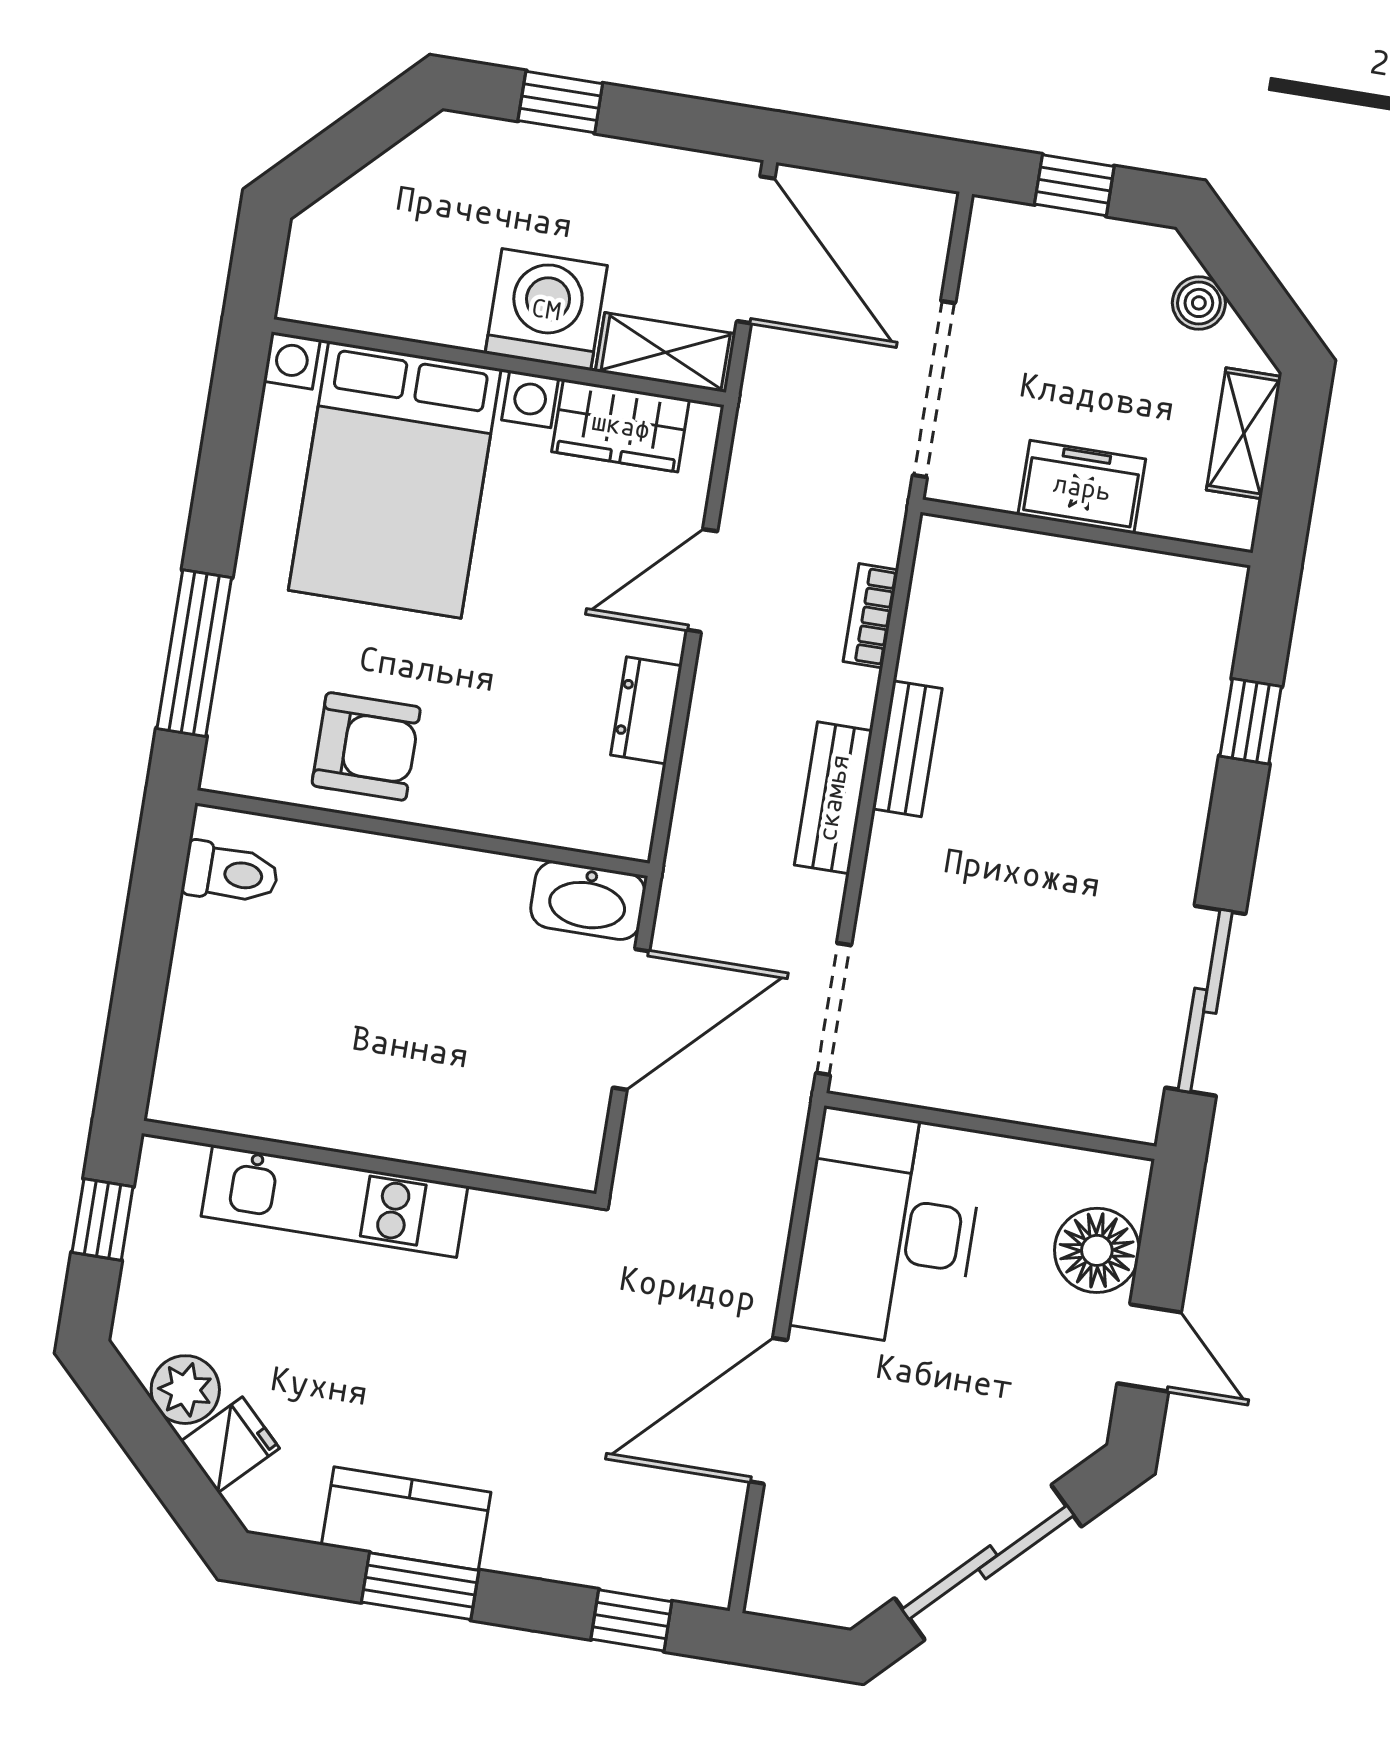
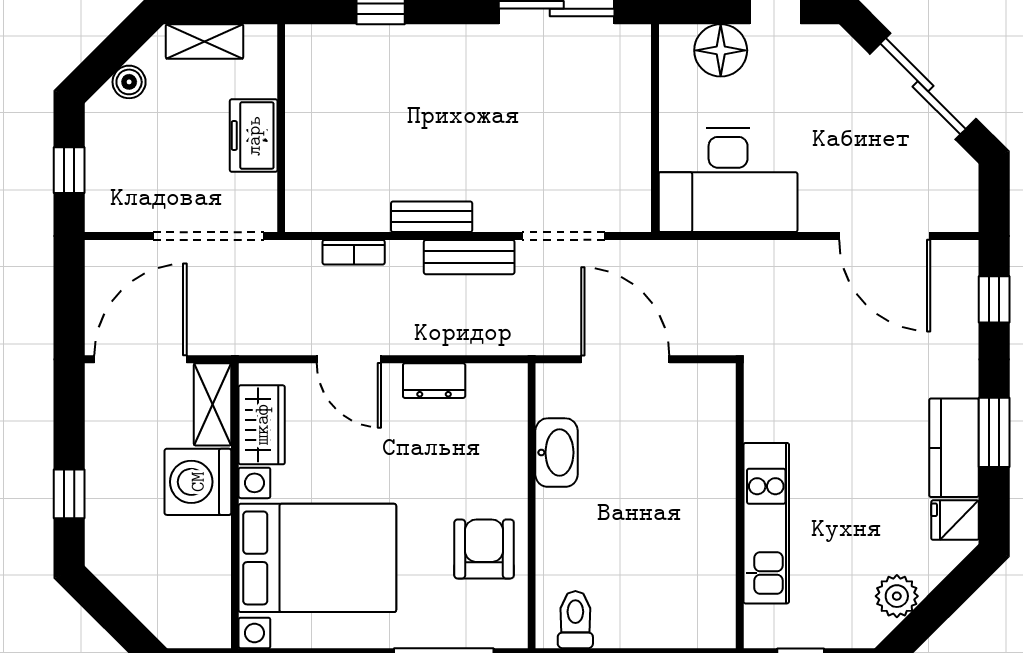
washbasin: (588, 900) -> (557, 453), moved
doorway: (834, 1009) -> (563, 236), moved
door: (768, 1411) -> (885, 236), moved
fridge: (230, 1445) -> (955, 520), moved, turned -45

